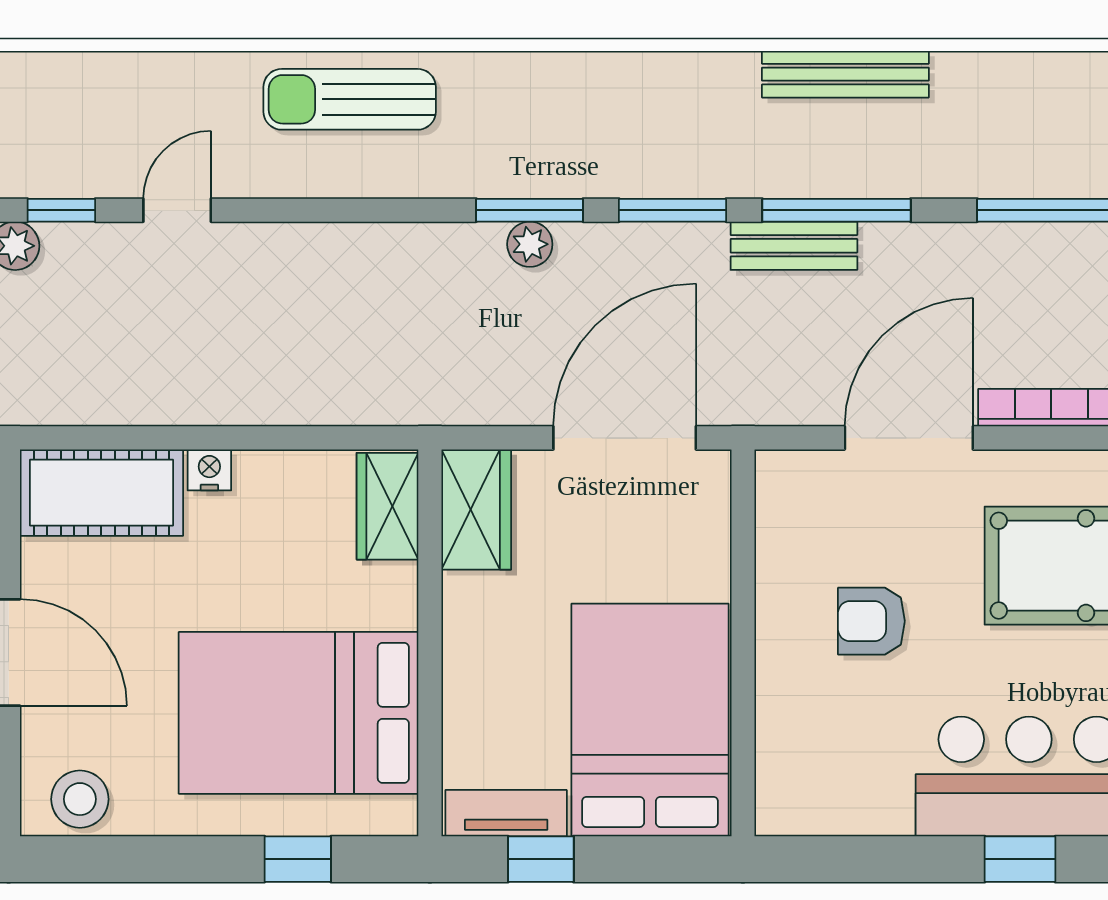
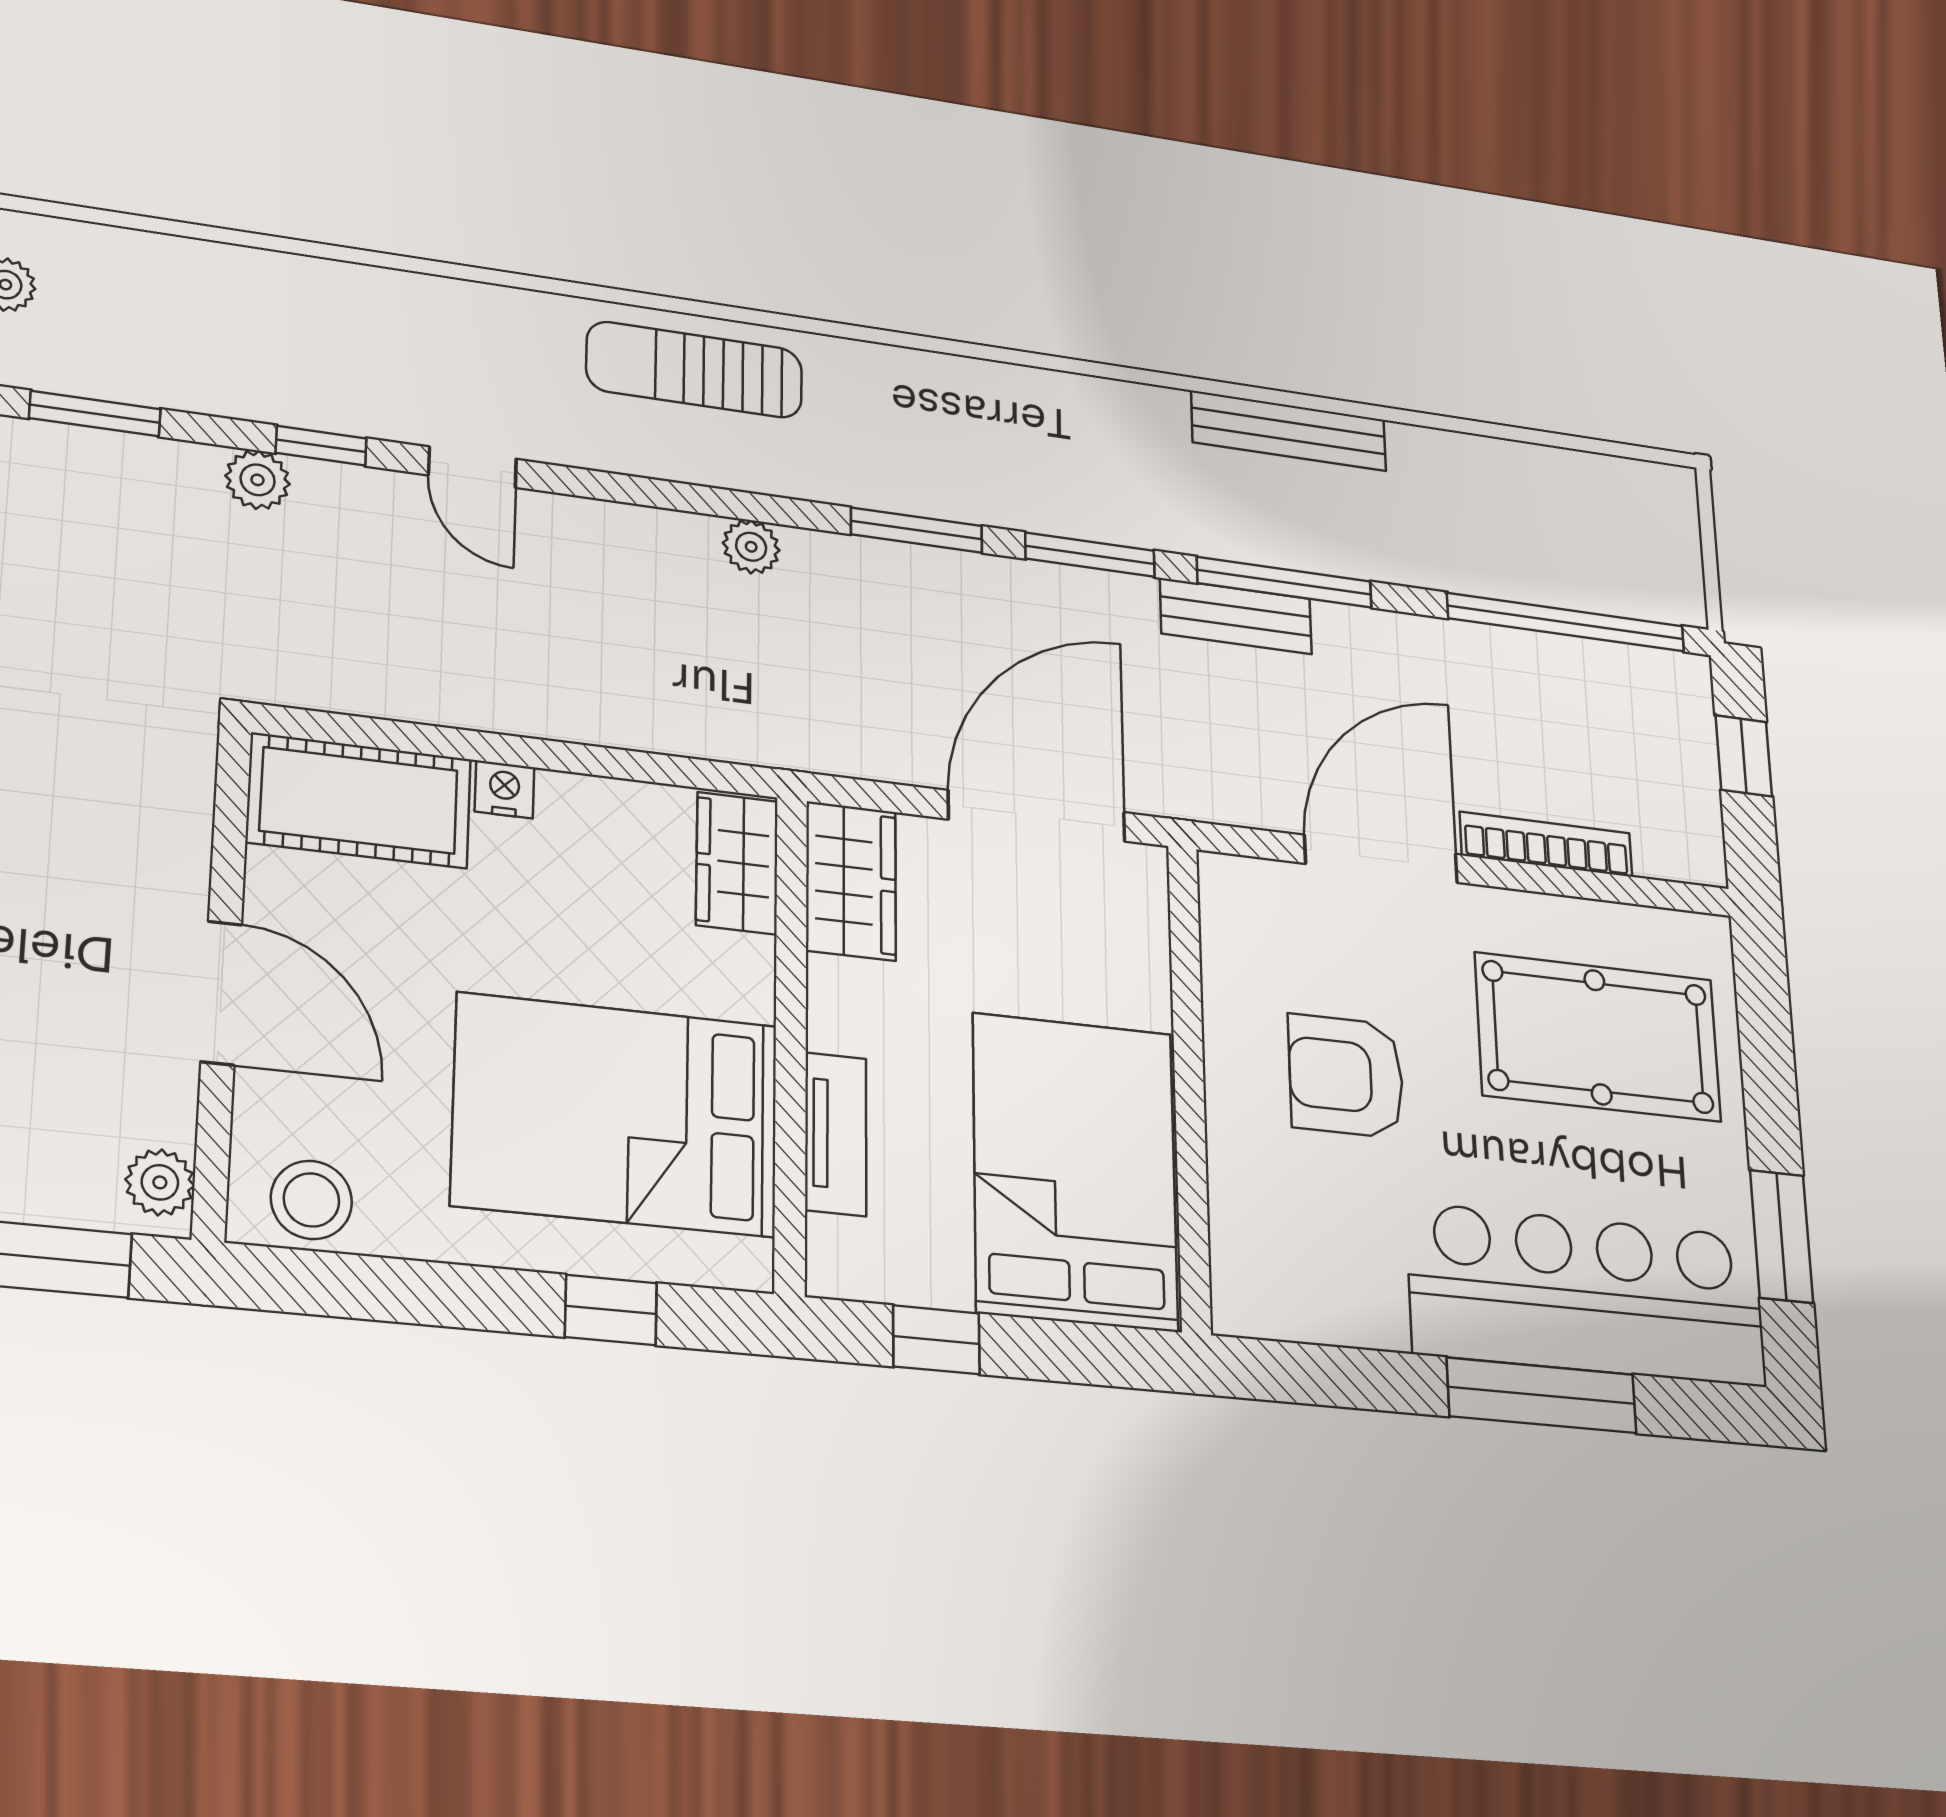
door: (177, 210) -> (472, 467), swing flipped
plant: (530, 244) -> (751, 547), moved
armchair: (871, 621) -> (1346, 1076), width x1.38, depth x1.38
tv unit: (506, 813) -> (836, 1134), moved, turned 90
window: (1020, 859) -> (1542, 1395), width x2.17

